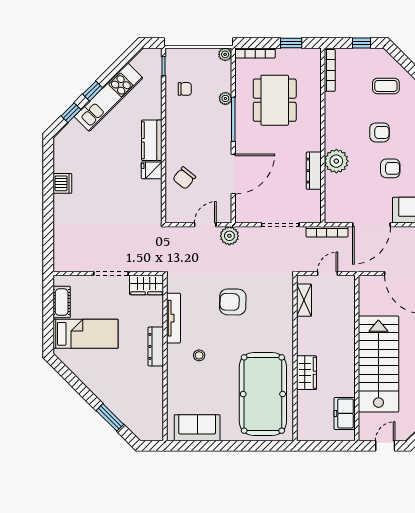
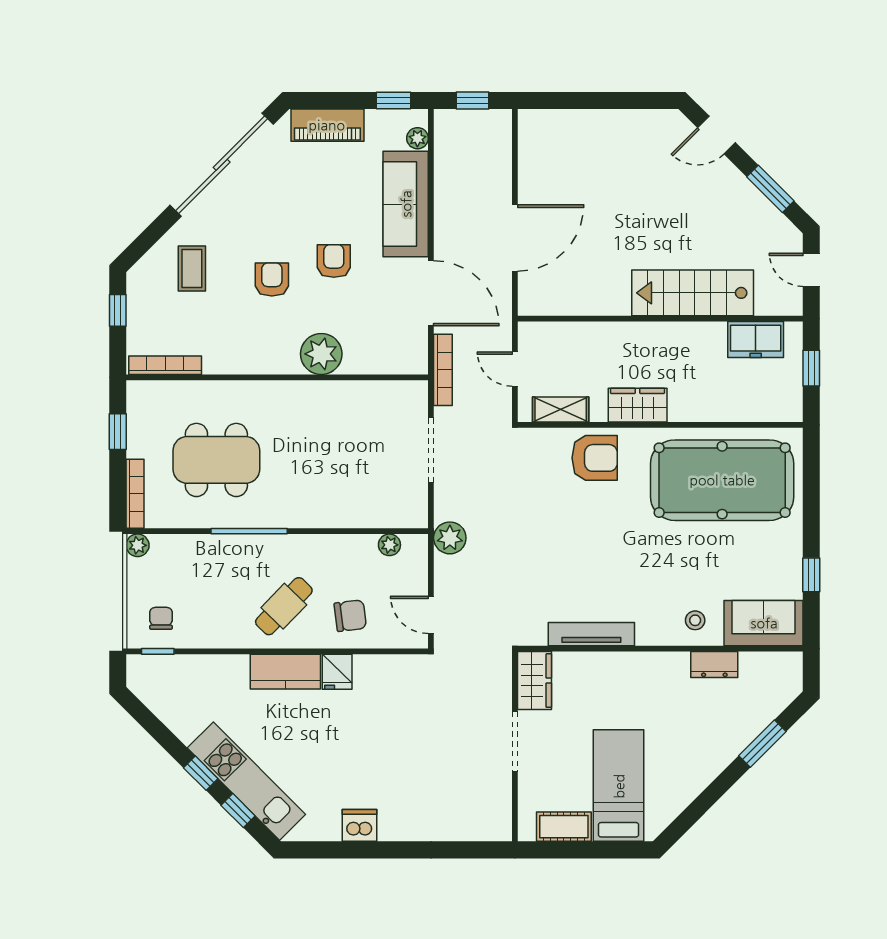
chair: (185, 89) -> (161, 618), moved
kitchen unit: (109, 97) -> (246, 781), moved
plant: (225, 98) -> (389, 545), moved
cafe table: (190, 139) -> (284, 606), added
dresser: (314, 171) -> (338, 393), removed
door: (233, 174) -> (343, 531), removed
chair: (184, 178) -> (350, 616), turned -46
door: (205, 225) -> (431, 615), moved
armchair: (233, 302) -> (595, 458), moved, turned -91
dresser: (156, 346) -> (714, 665), moved, width x0.70
stool: (199, 355) -> (695, 620), moved
stairs: (378, 364) -> (693, 293), width x0.73, depth x0.66
wardrobe: (307, 373) -> (638, 405), moved
sofa: (197, 428) -> (764, 623), moved, turned 90
window: (208, 446) -> (811, 575), added
window: (328, 446) -> (811, 368), added

